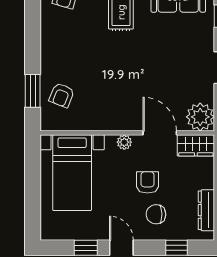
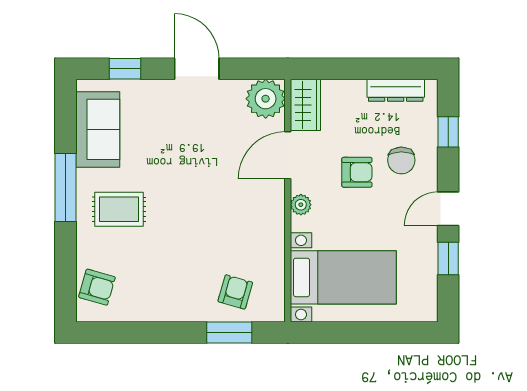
armchair: (62, 95) -> (235, 292), turned -96
armchair: (148, 182) -> (357, 172), turned 180

